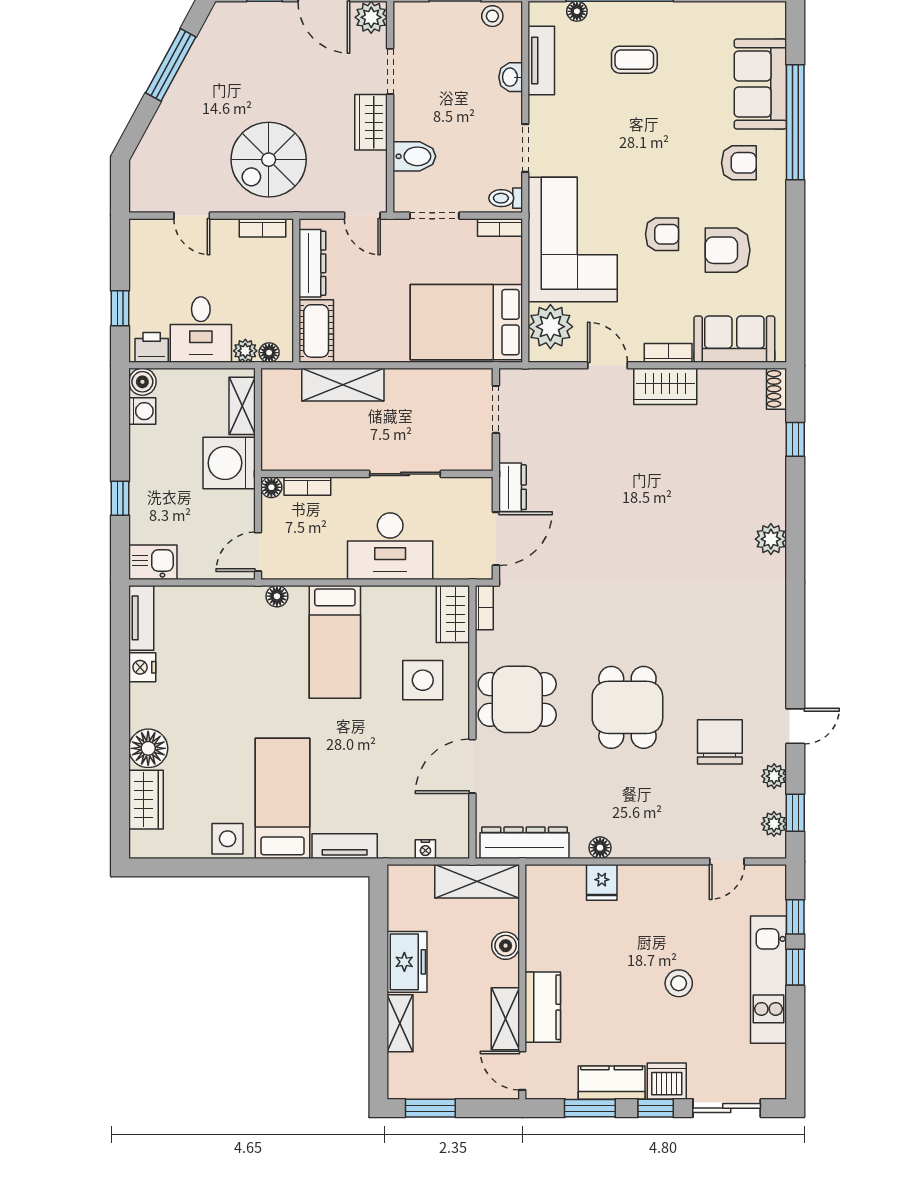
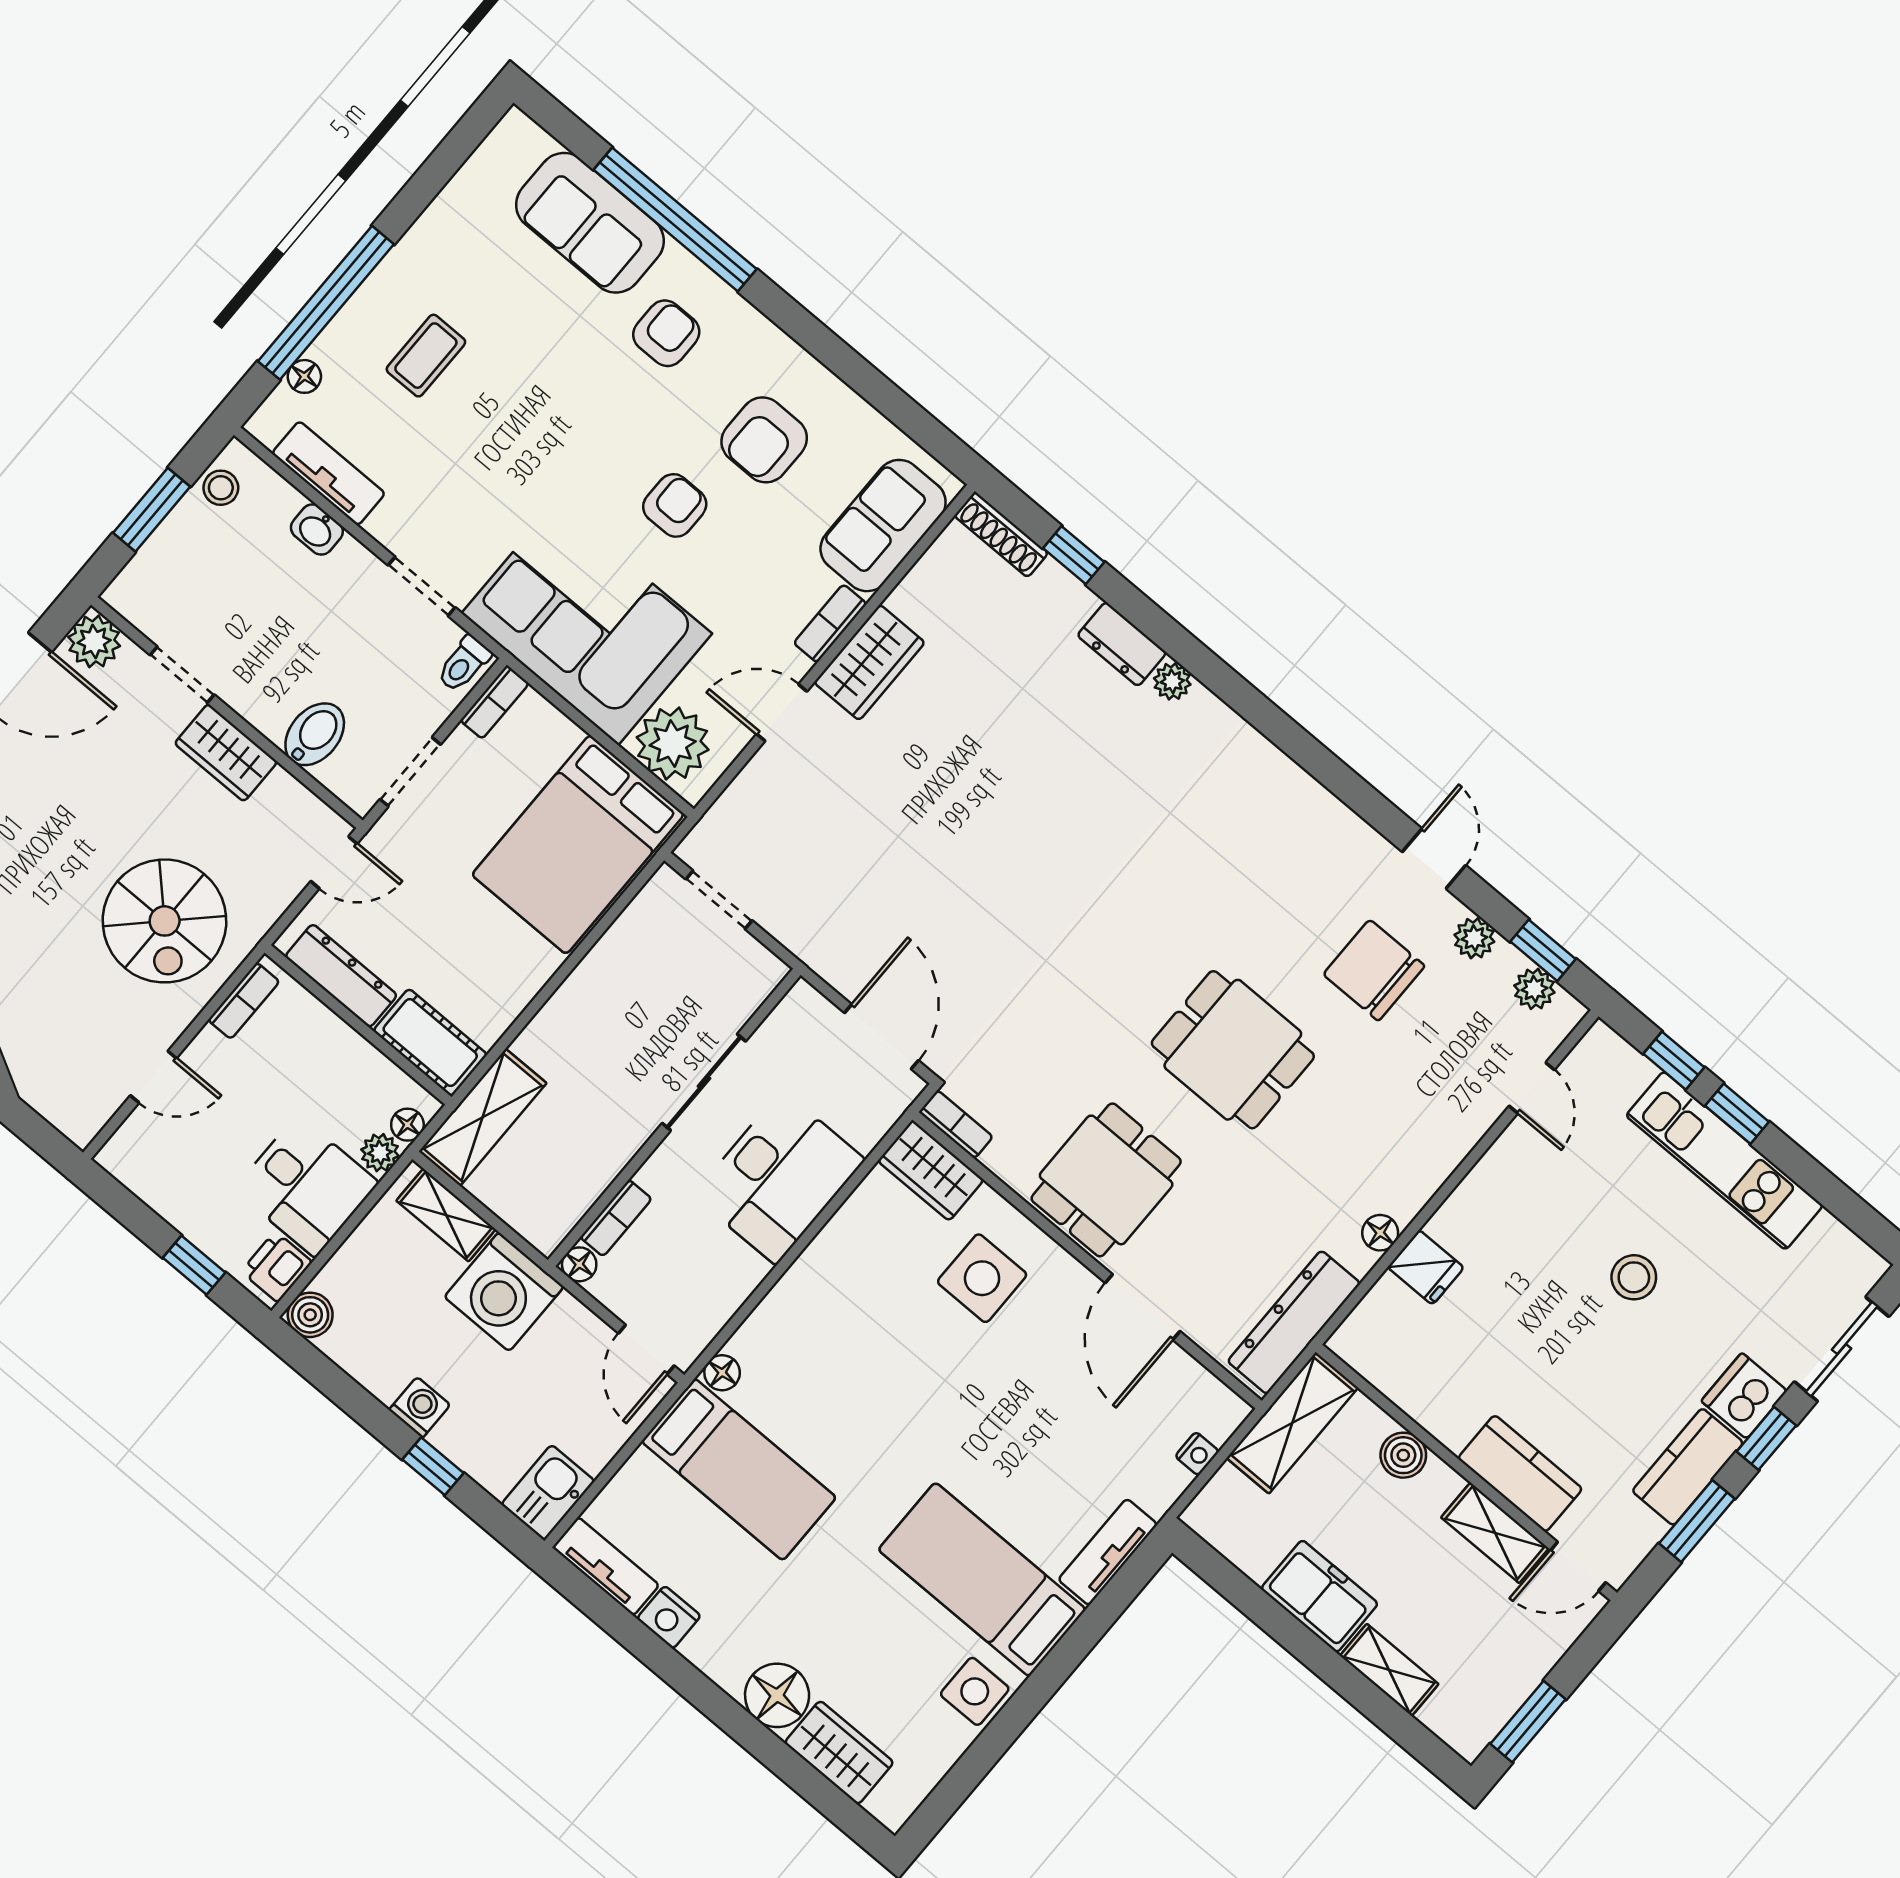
shelving: (343, 385) -> (483, 1117), moved
shoe rack: (777, 389) -> (1001, 534), width x1.43
washing machine: (142, 411) -> (420, 1407), moved
dresser: (512, 487) -> (1122, 644), moved, turned 180
plant: (771, 539) -> (1172, 681), width x0.73, depth x0.73
bed: (335, 642) -> (739, 1469), moved

